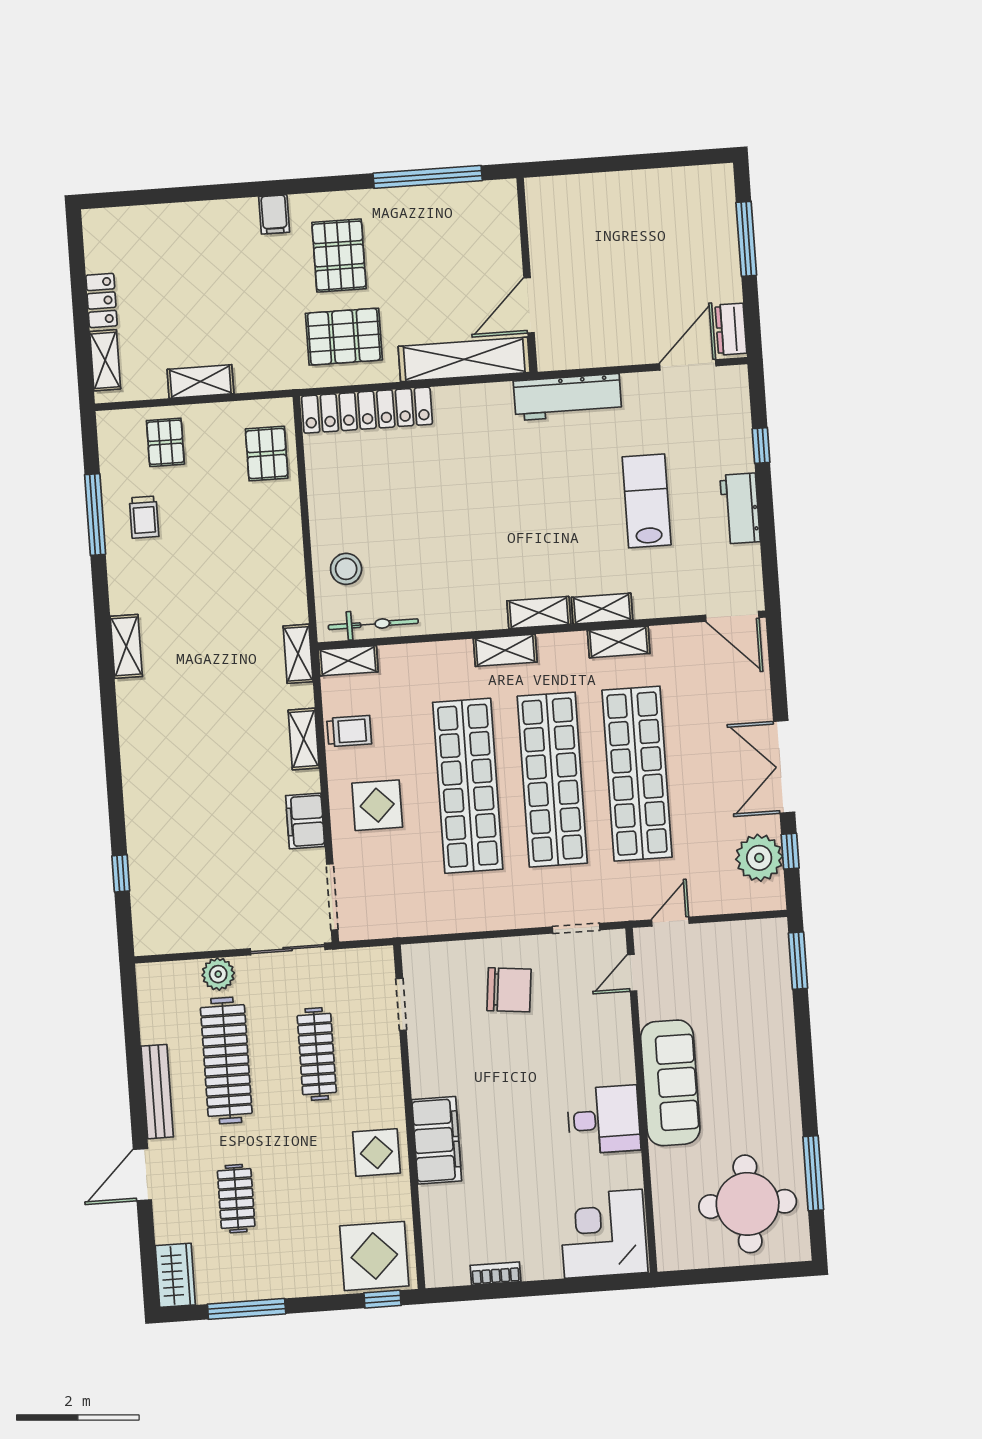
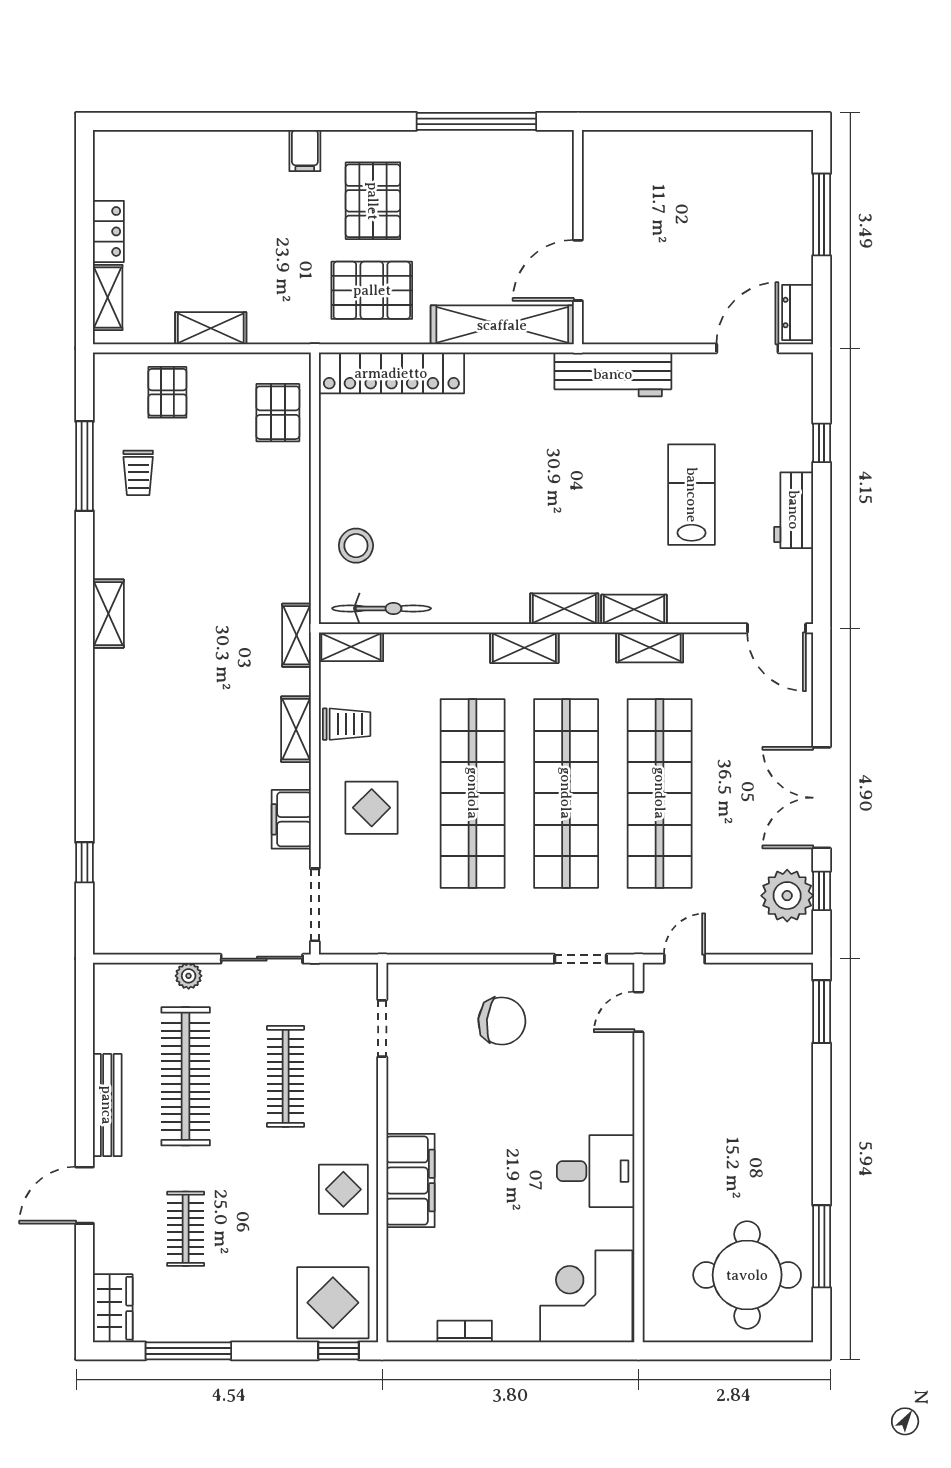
plant: (218, 974) -> (189, 976), width x0.73, depth x0.73
sofa: (670, 1083) -> (672, 1136), removed

